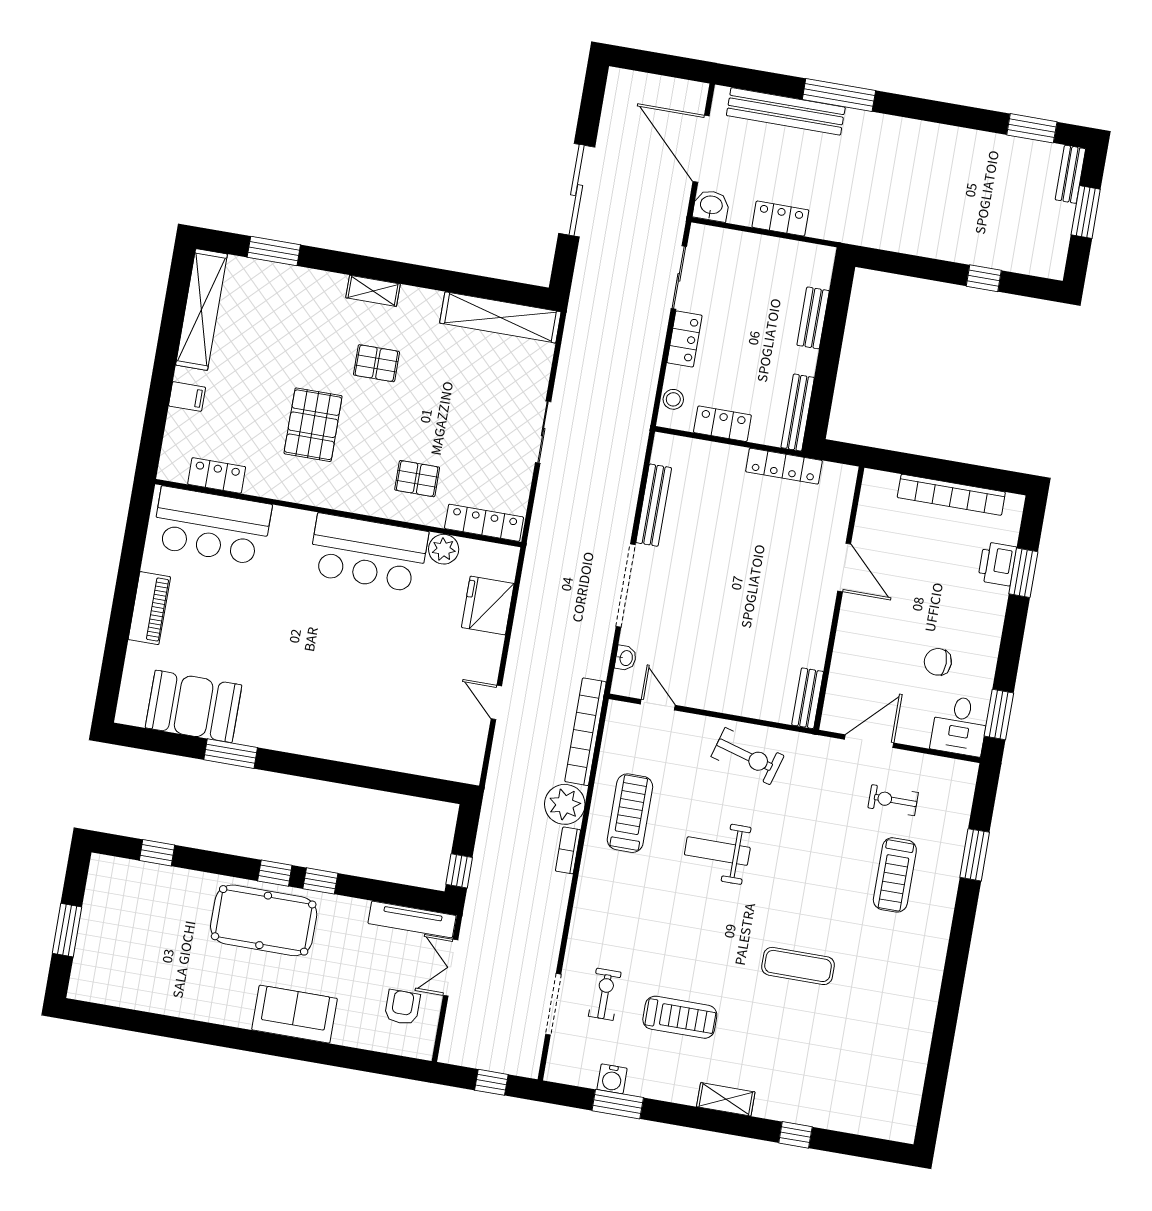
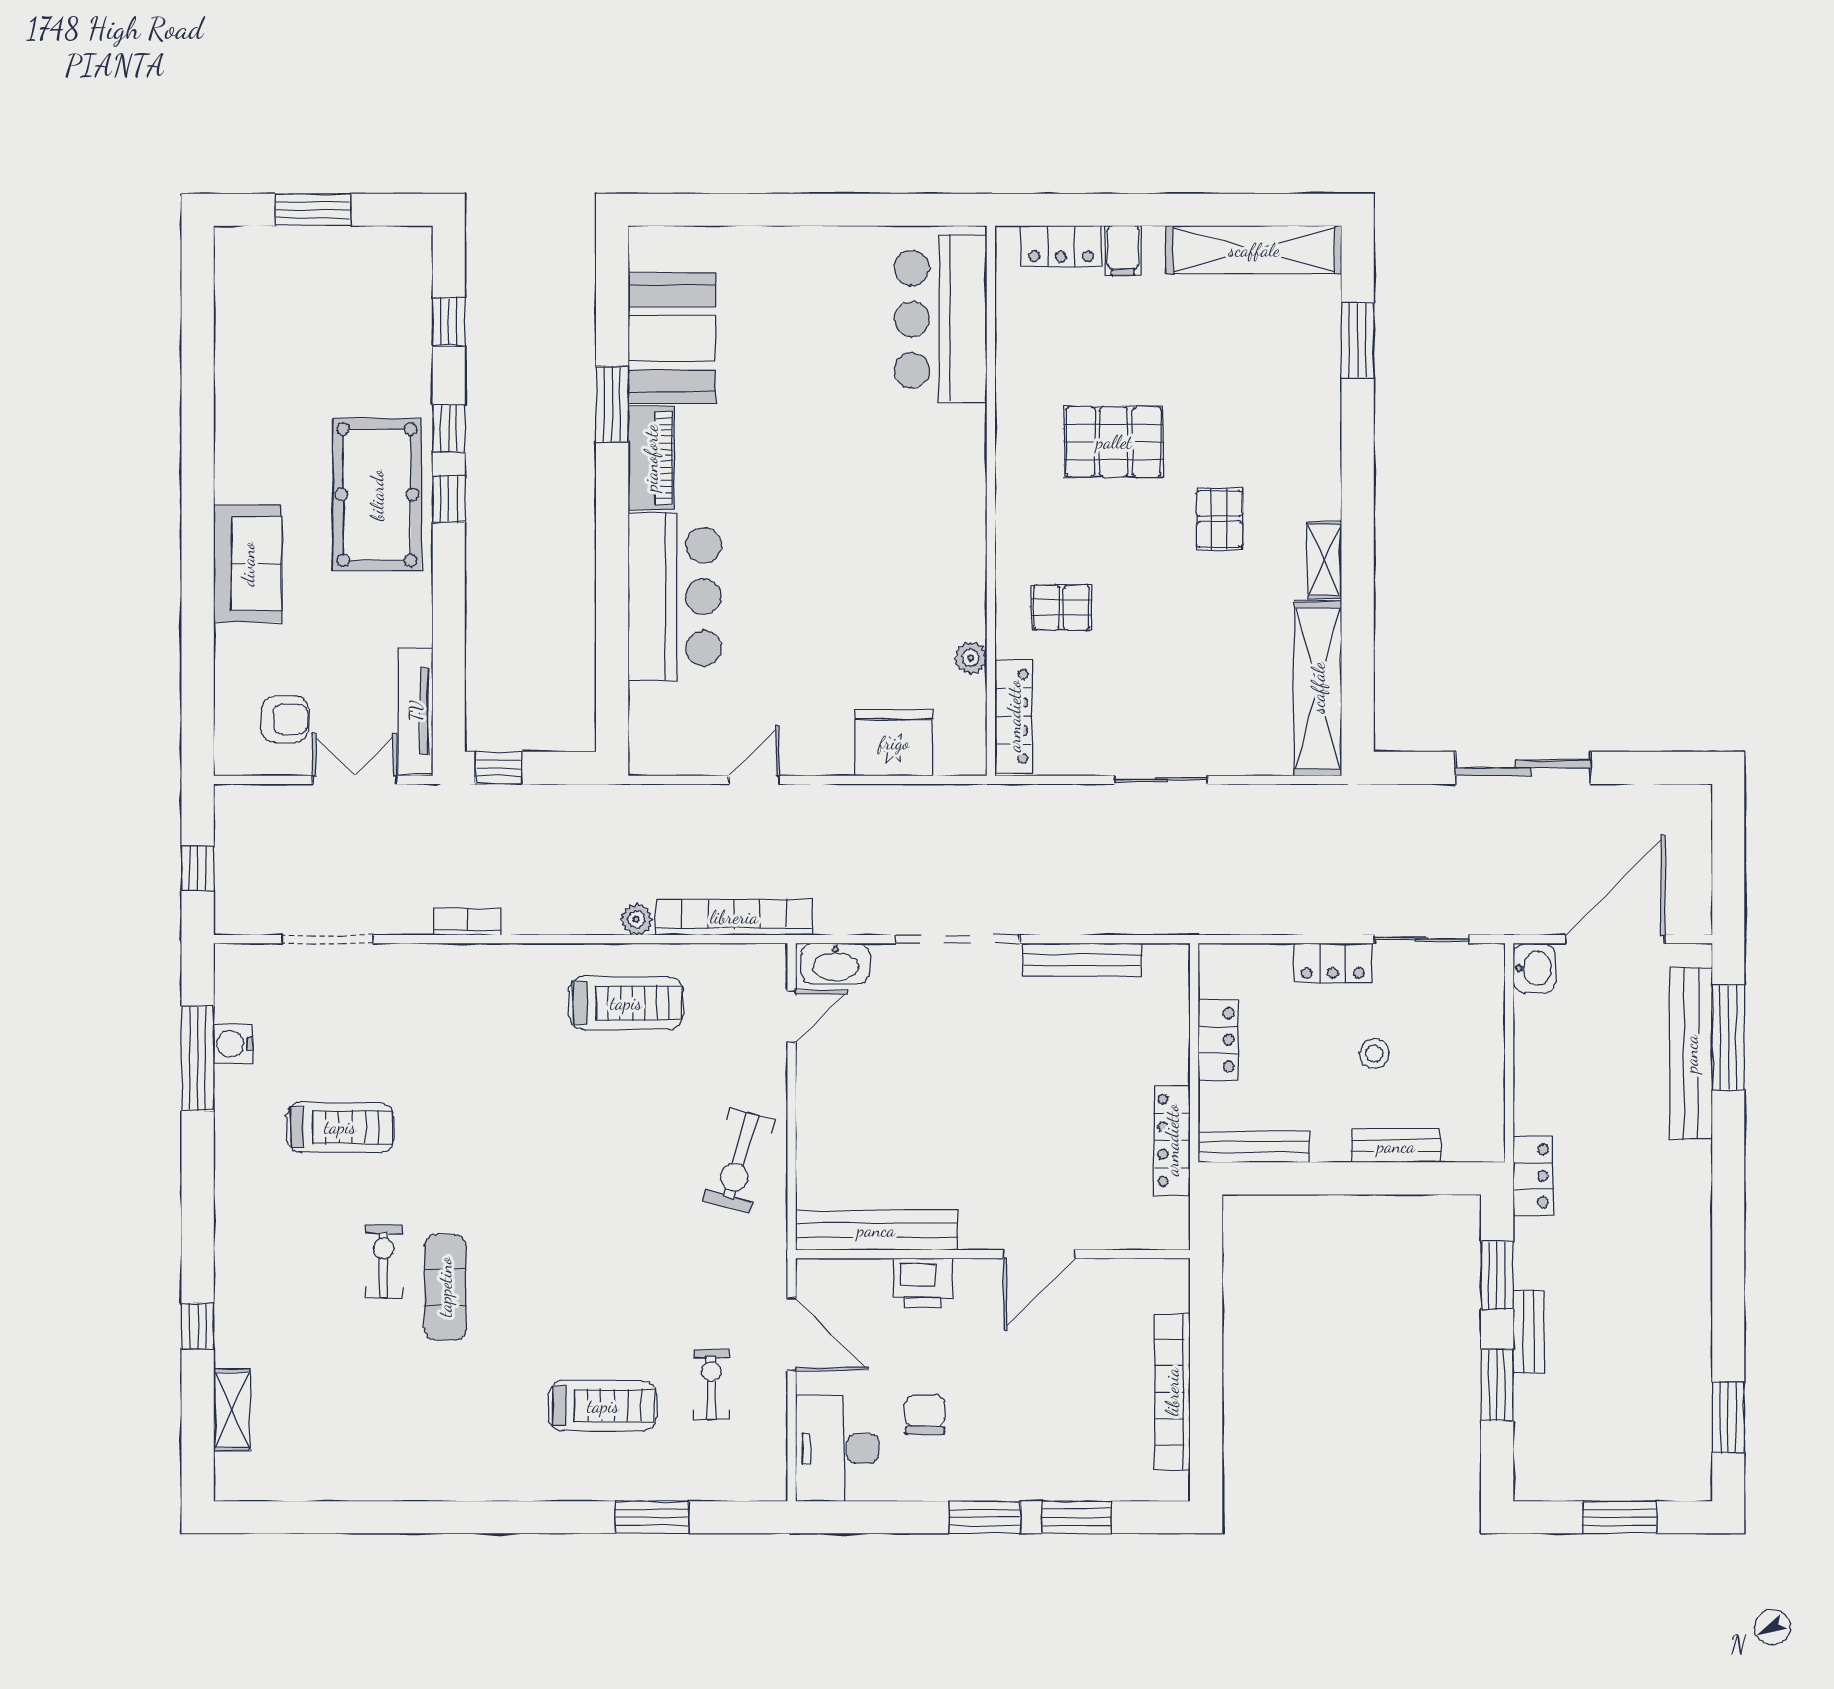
window: (839, 95) -> (1728, 1038), moved
bench: (1070, 174) -> (1529, 1332), moved, turned 90
locker: (780, 219) -> (1533, 1176), moved
window: (911, 266) -> (1497, 1275), added
window: (984, 278) -> (1497, 1385), width x1.50
shelving: (373, 291) -> (1325, 560), moved
stool: (673, 399) -> (1374, 1053), moved
locker: (217, 475) -> (1061, 246), moved, turned 90
pallet: (417, 479) -> (1061, 607), turned 90
plant: (444, 549) -> (971, 658), width x0.73, depth x0.73
bar counter: (368, 553) -> (675, 597), moved, turned 180
printer: (997, 564) -> (923, 1283), moved, turned 180
piano: (149, 608) -> (651, 458), moved, turned -90
washbasin: (626, 658) -> (835, 964), width x1.91, depth x1.45
bench: (808, 698) -> (876, 1230), width x1.86, depth x1.21
window: (999, 715) -> (985, 1517), moved
desk: (960, 726) -> (837, 1448), width x1.37
plant: (565, 804) -> (636, 919), width x0.53, depth x0.53
bookcase: (568, 850) -> (467, 922), moved
weight bench: (717, 851) -> (593, 1140), removed
treadmill: (895, 875) -> (603, 1406), turned 180
window: (320, 881) -> (449, 428), moved
exercise bike: (605, 994) -> (384, 1261), moved, turned -90
treadmill: (680, 1017) -> (340, 1127), turned -90
shelving: (726, 1099) -> (232, 1410), moved
window: (618, 1104) -> (198, 1059), width x1.44

